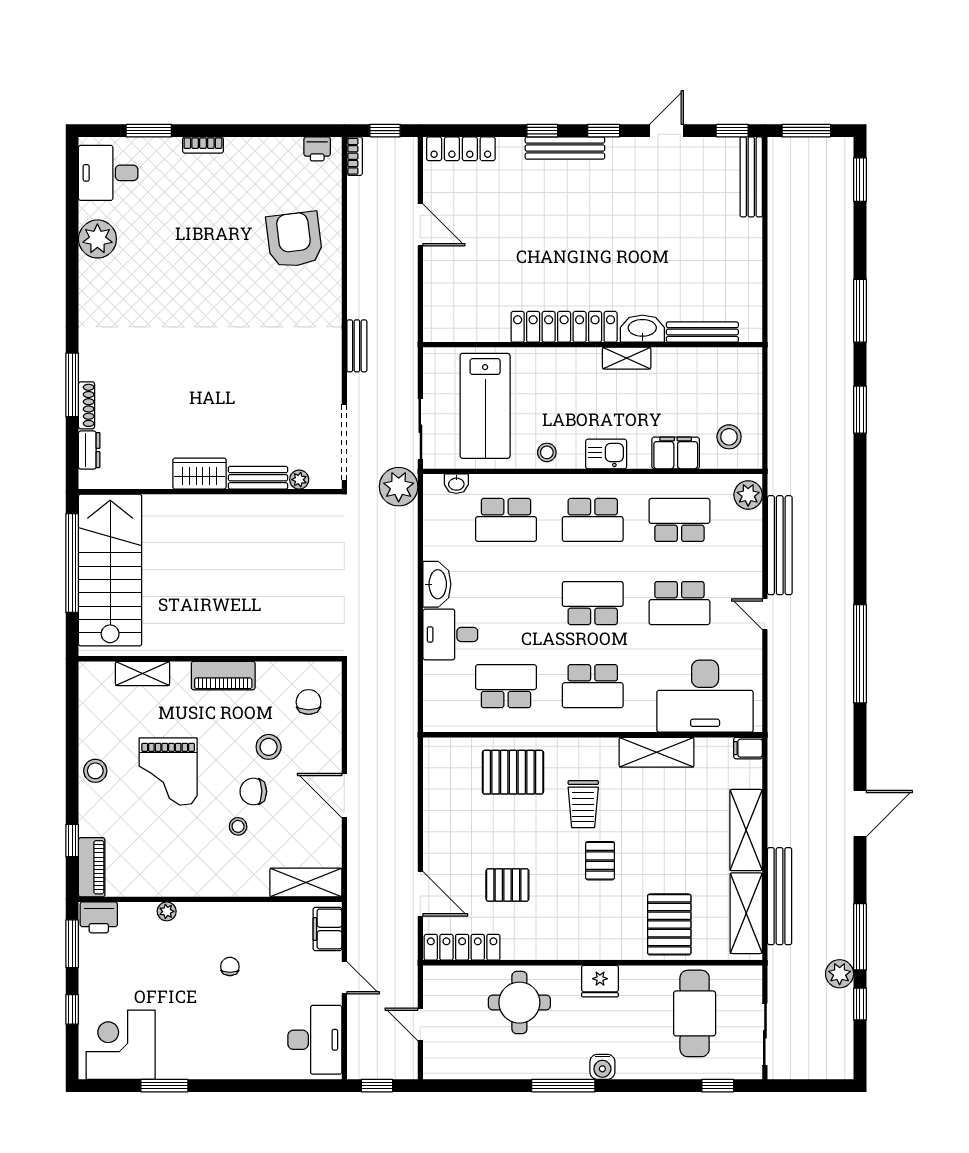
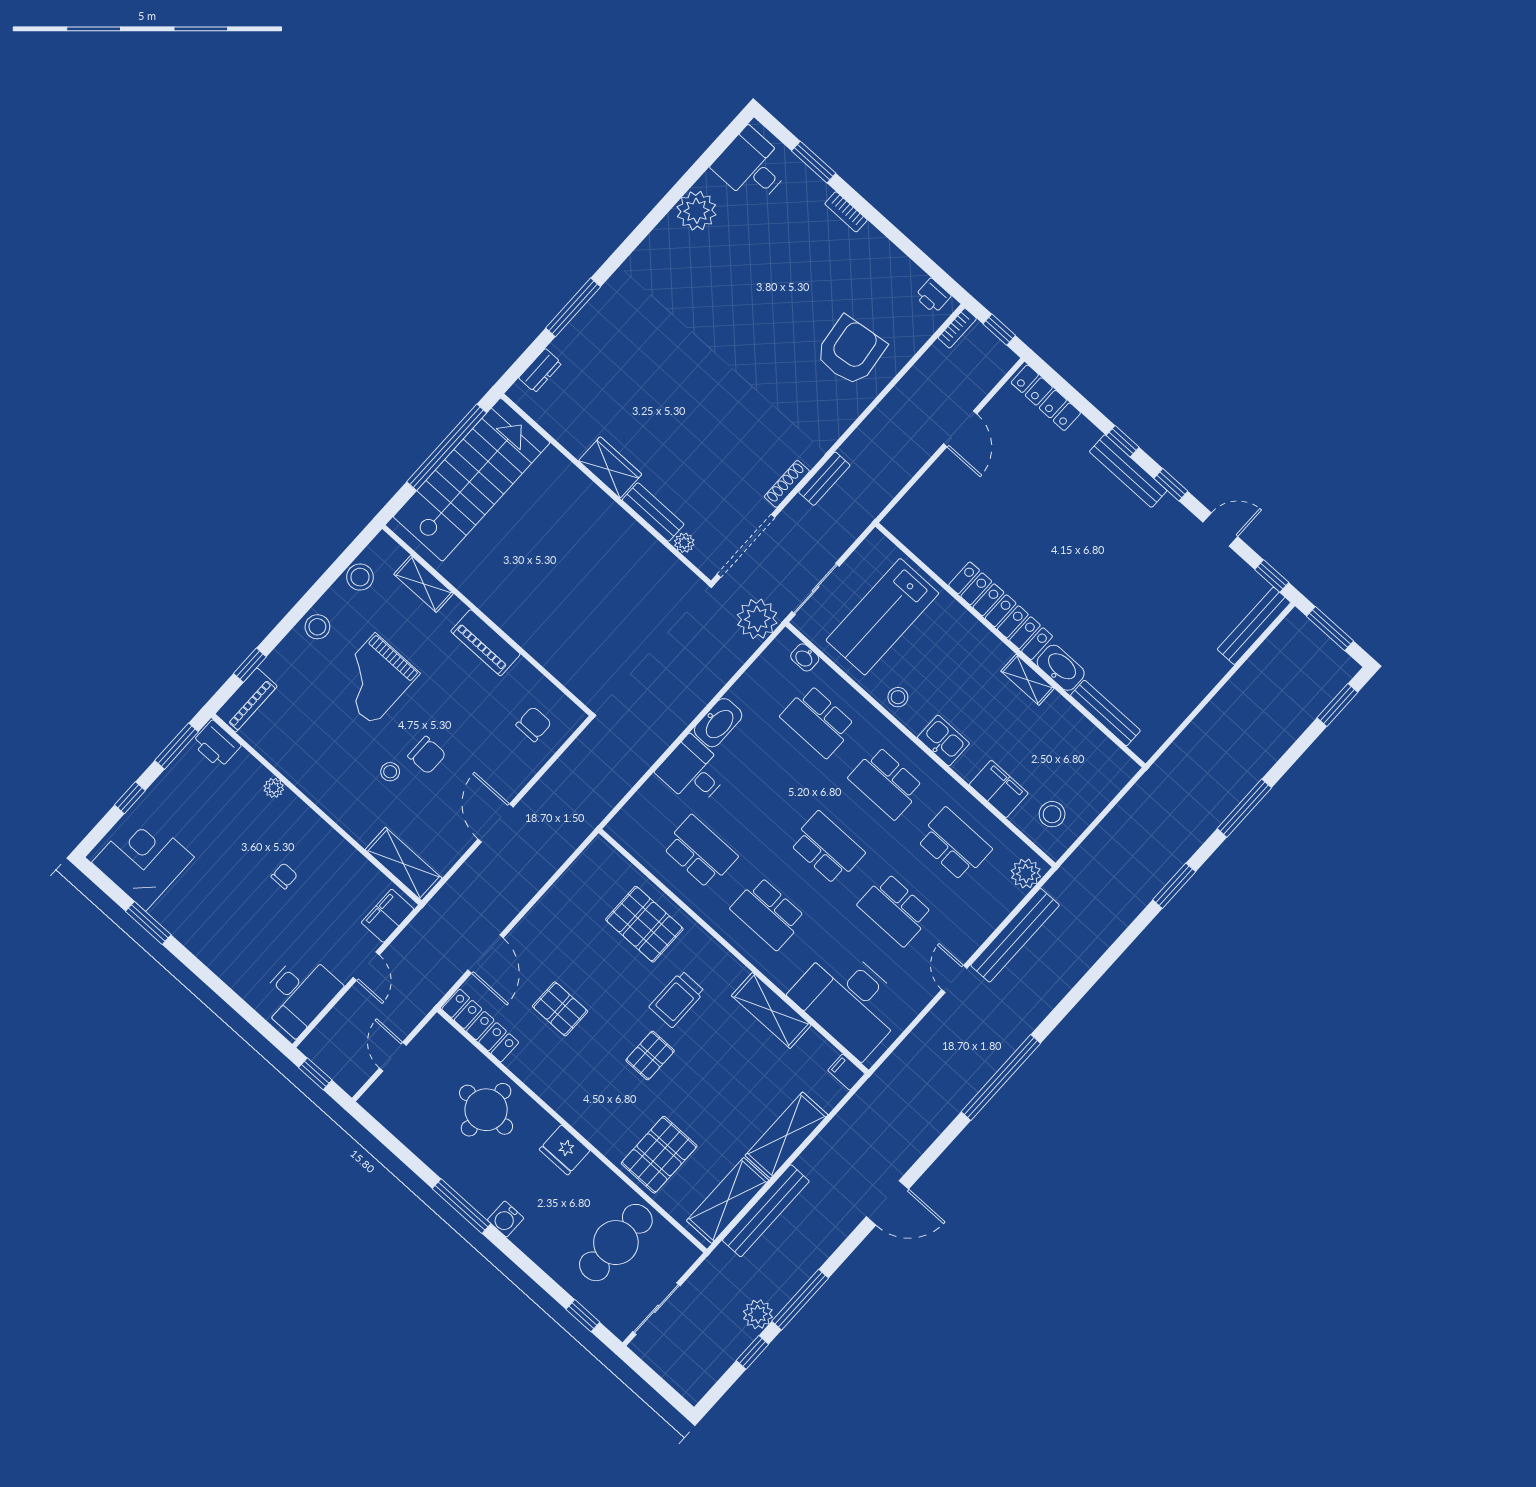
shoe rack: (86, 405) -> (787, 484), moved, turned 180
stool: (269, 747) -> (360, 577), moved
chair: (253, 791) -> (427, 755), turned 180

